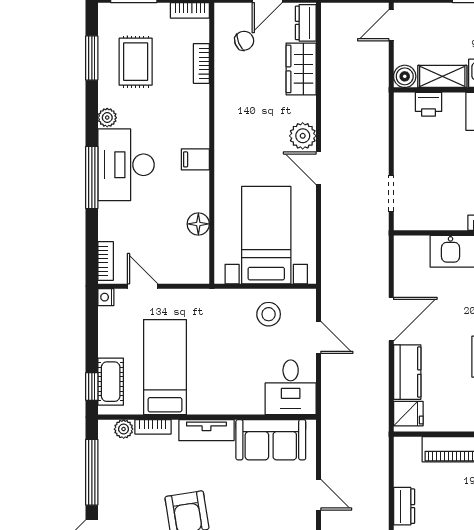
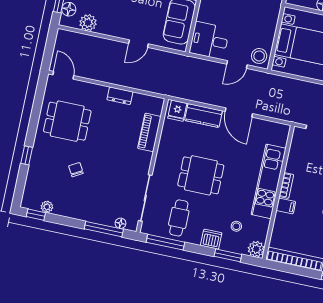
stool: (269, 314) -> (259, 56), moved

